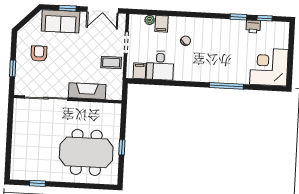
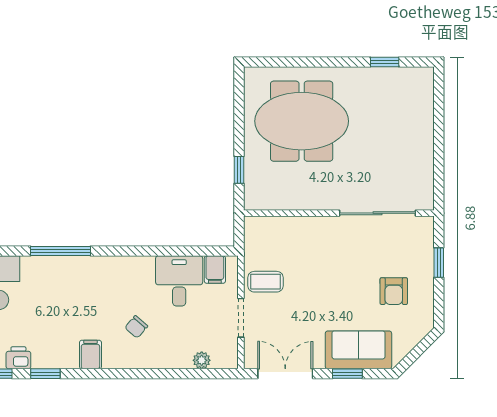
filing cabinet: (162, 24) -> (90, 355), moved
fireplace: (87, 91) -> (306, 229), removed
window: (122, 147) -> (239, 170), moved

